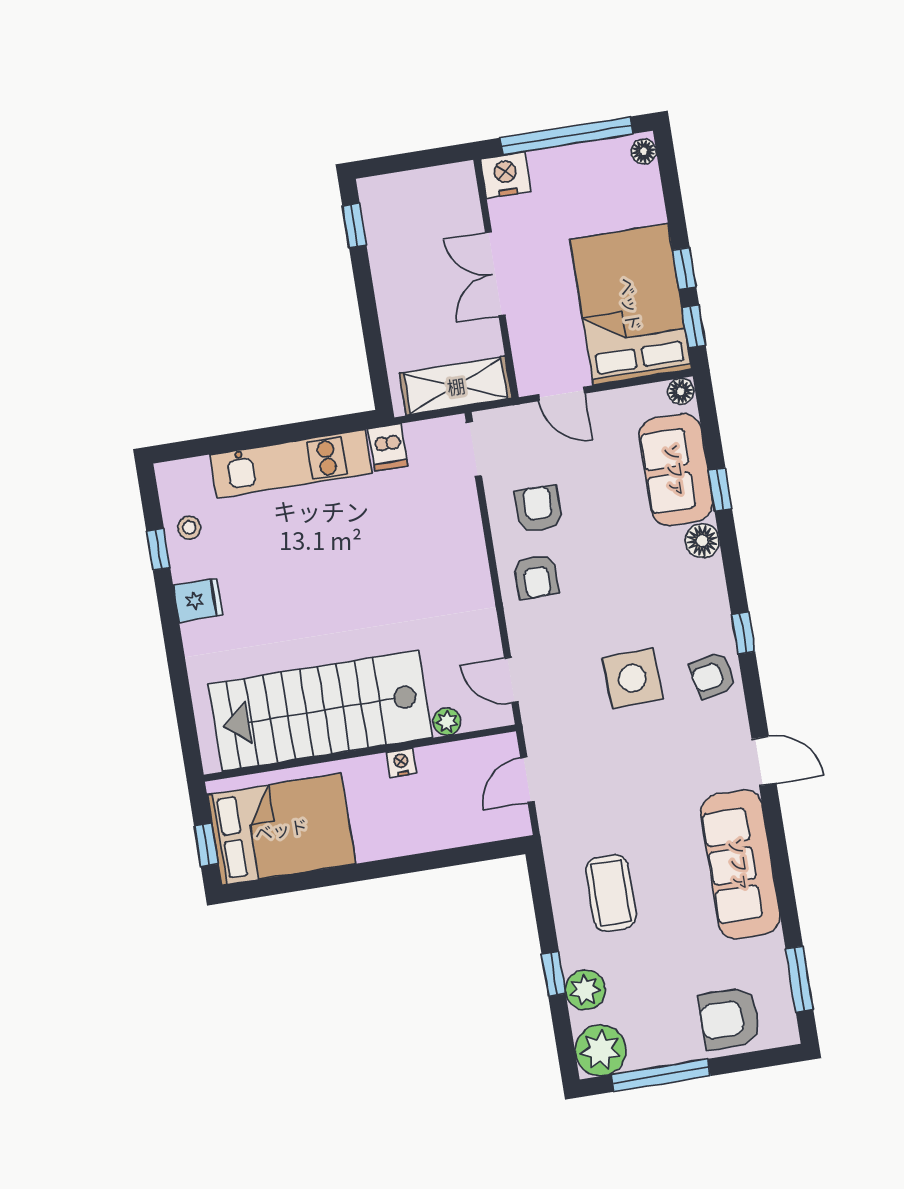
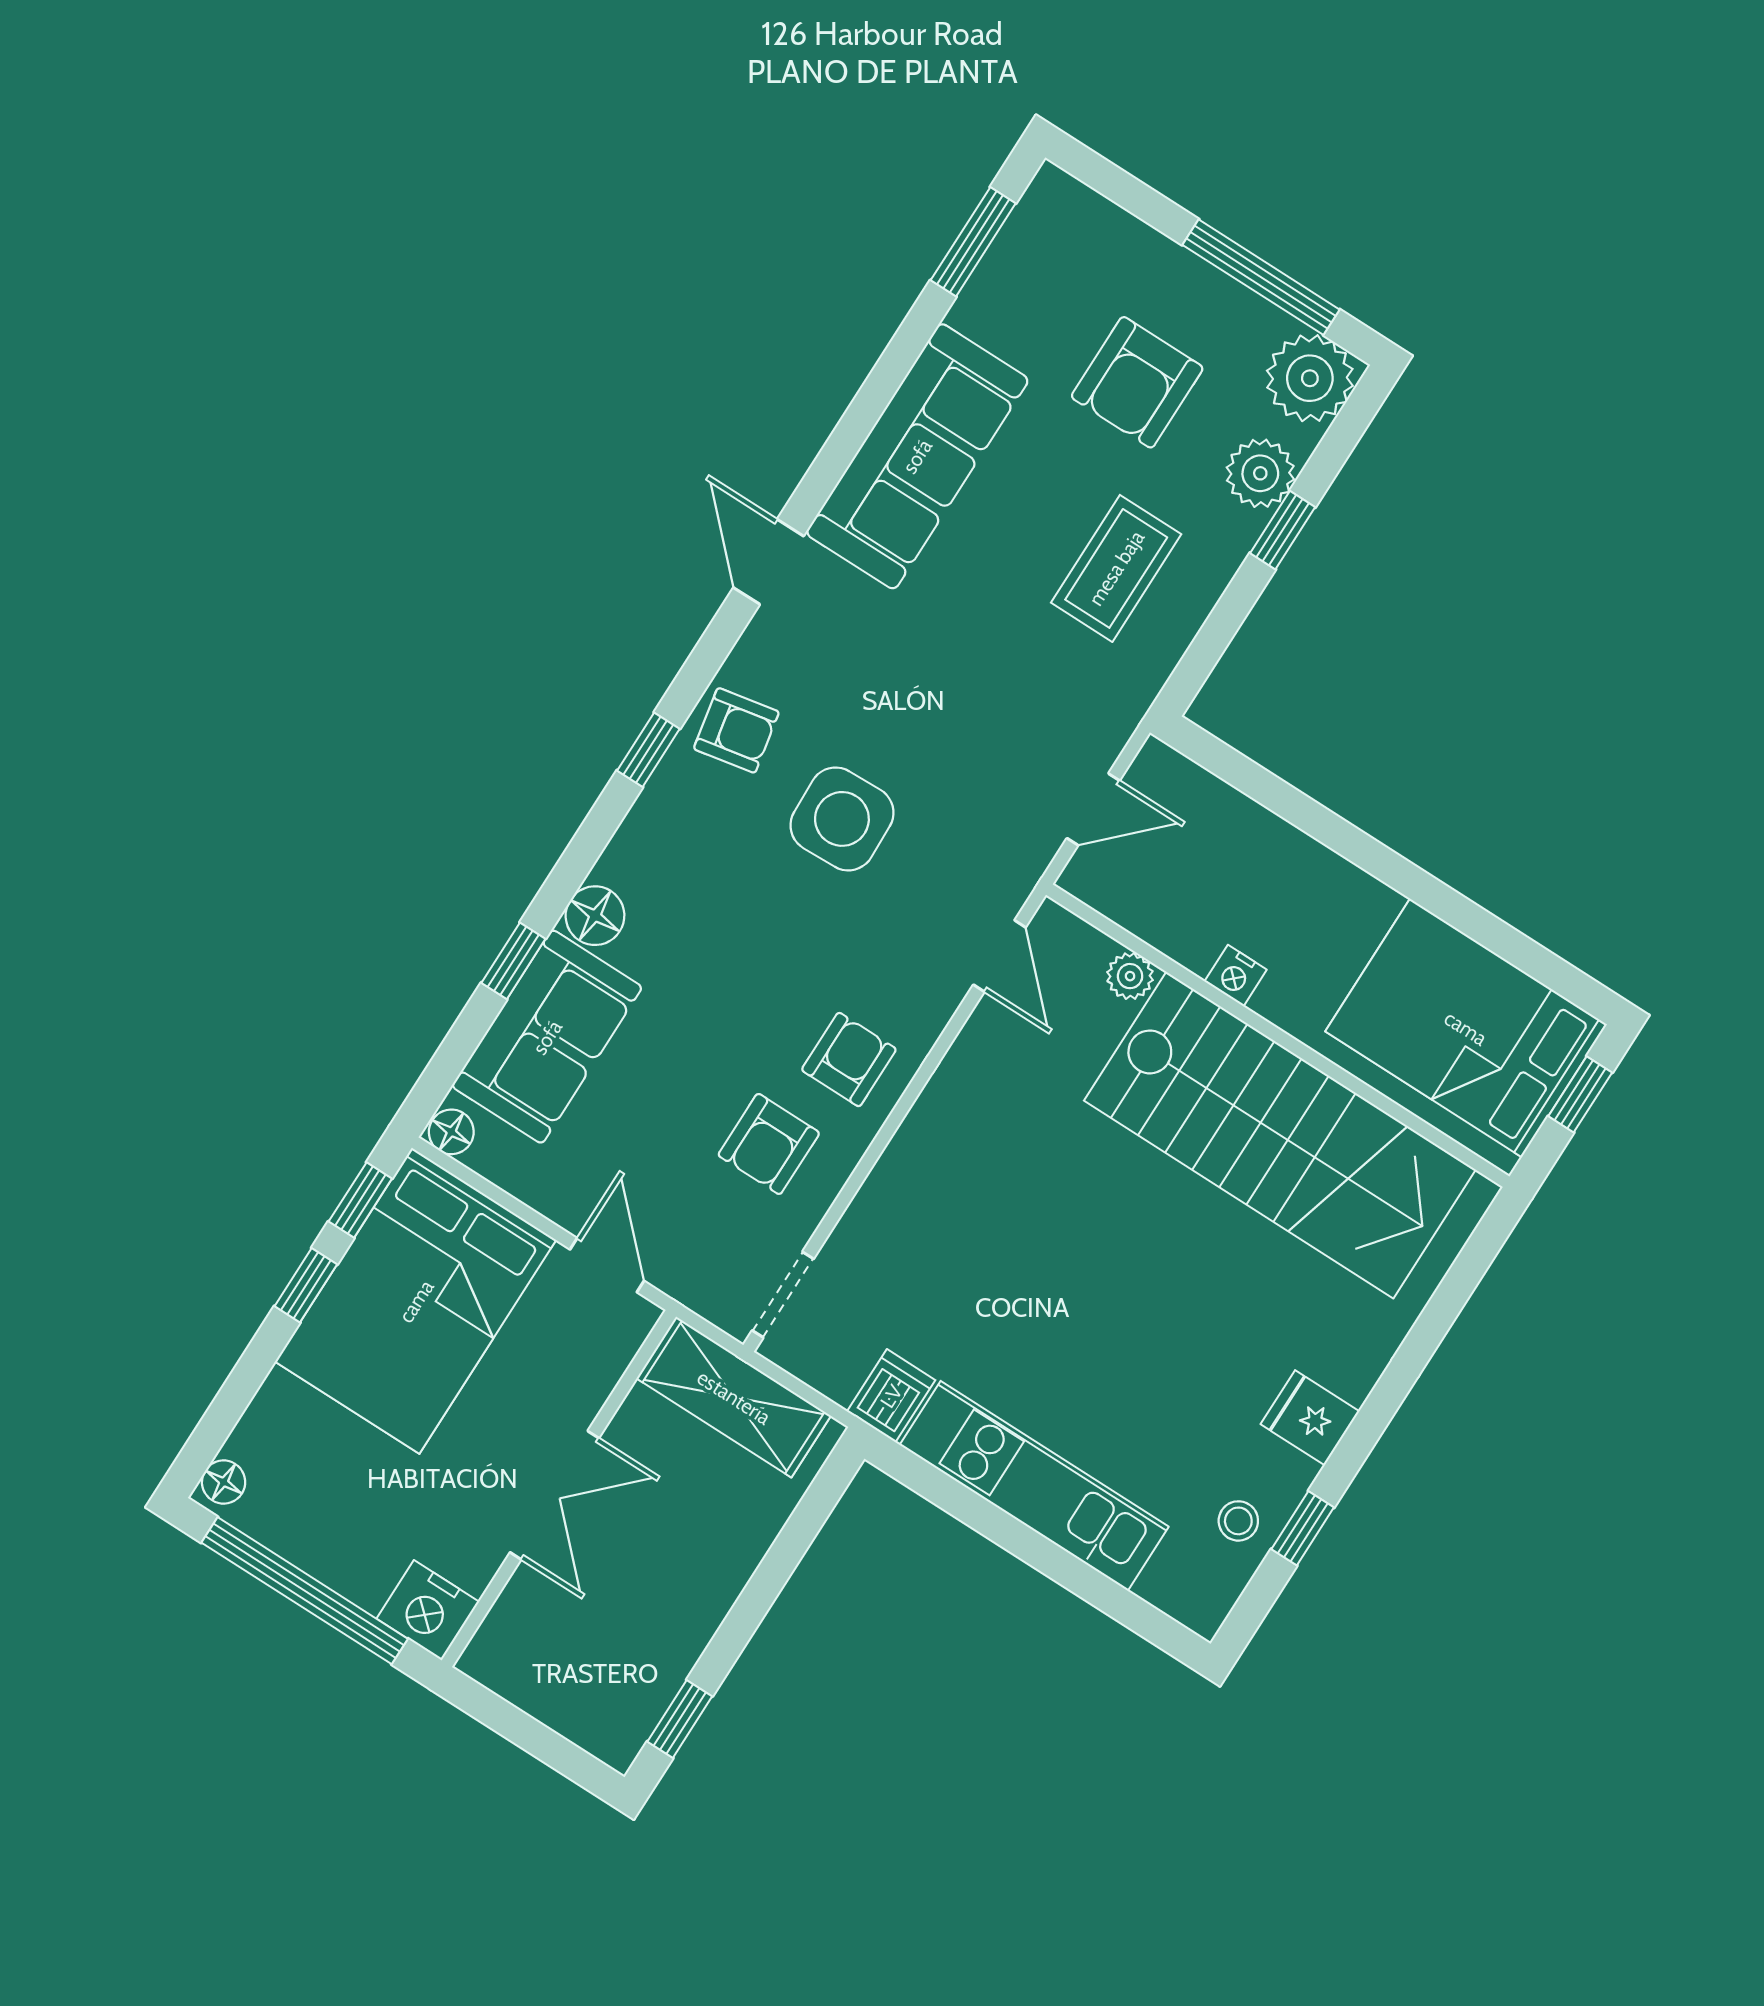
armchair: (730, 1019) -> (1137, 382), moved, turned 90

